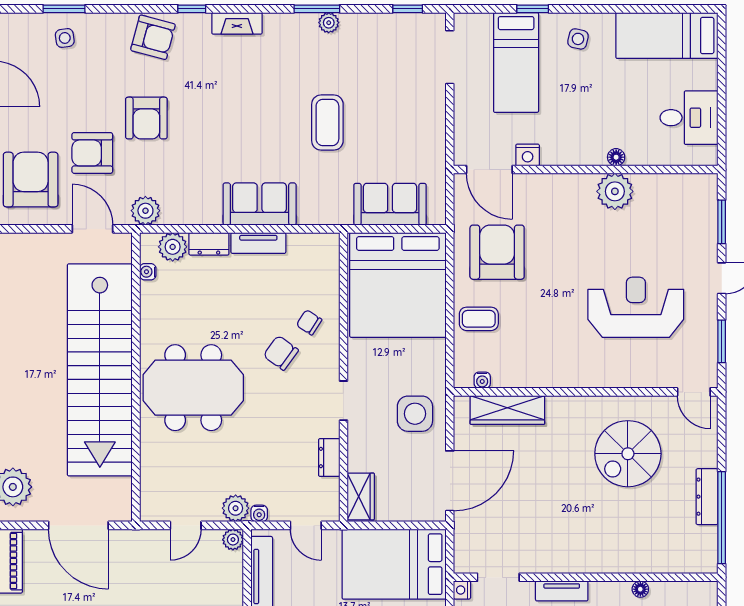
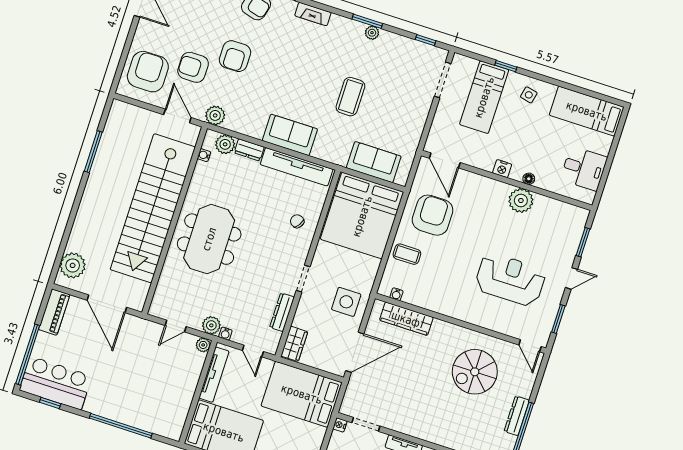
nightstand: (528, 155) -> (502, 169), moved
tv unit: (258, 243) -> (297, 167), width x1.92, depth x1.29
chair: (281, 353) -> (273, 235), removed
meeting table: (193, 388) -> (209, 239), turned 90
dresser: (329, 458) -> (282, 312), width x1.44

